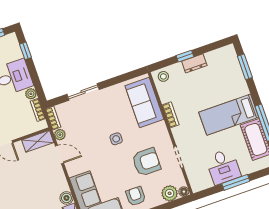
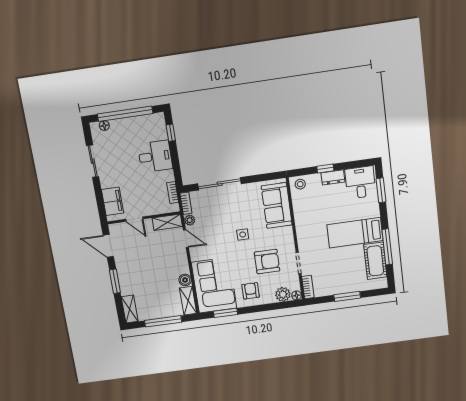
sliding door: (83, 92) -> (220, 184), width x1.37
plant: (31, 94) -> (169, 176), removed
bookcase: (171, 115) -> (308, 287), moved
desk: (223, 167) -> (360, 182), moved, turned 180

